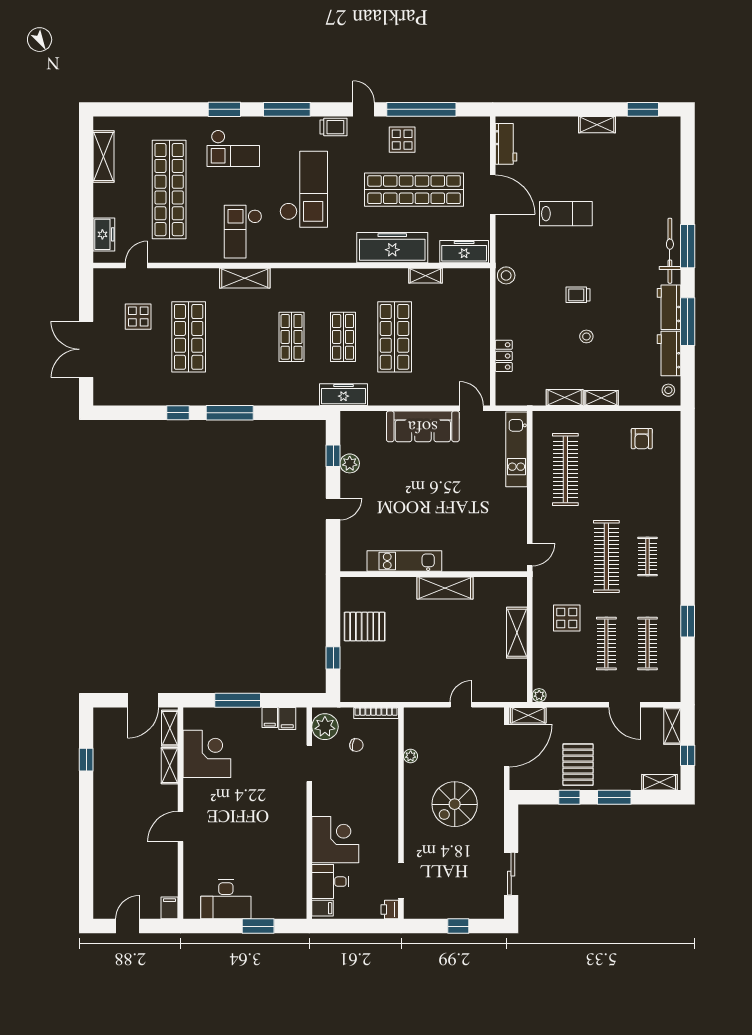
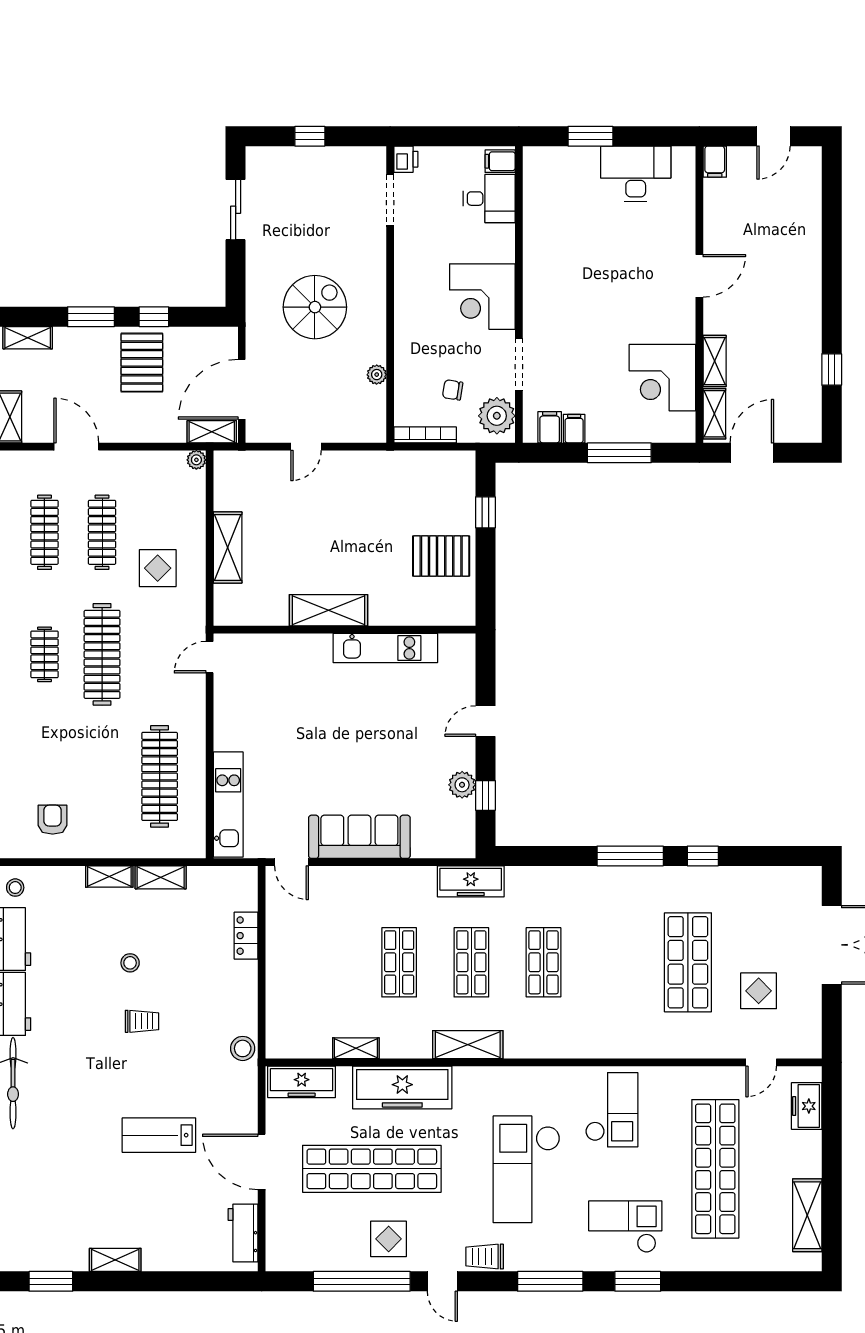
shelving: (245, 278) -> (468, 1045), moved
shop shelf: (395, 337) -> (399, 962), width x0.70, depth x0.74
corner desk: (335, 840) -> (482, 297), moved

